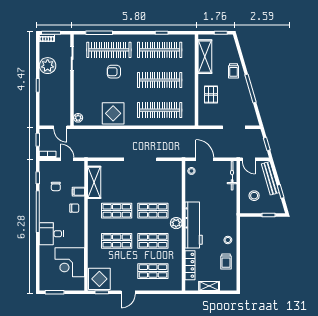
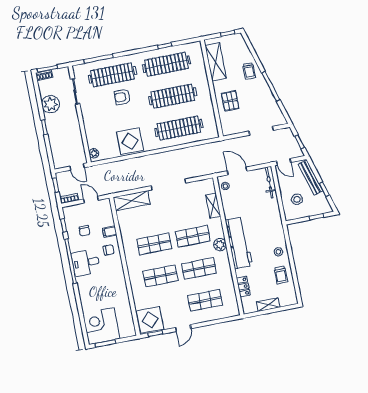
shelving: (94, 182) -> (132, 201), moved, turned 90
shelving: (177, 187) -> (213, 206), added
desk: (51, 234) -> (86, 263), moved
corner desk: (70, 262) -> (101, 326), moved, turned 90
locker: (190, 265) -> (243, 287), width x0.66

